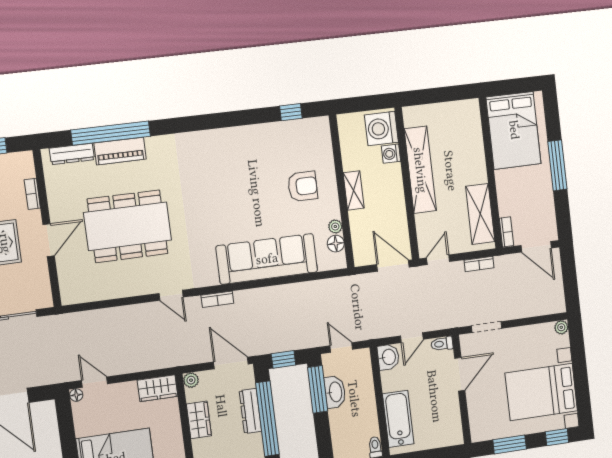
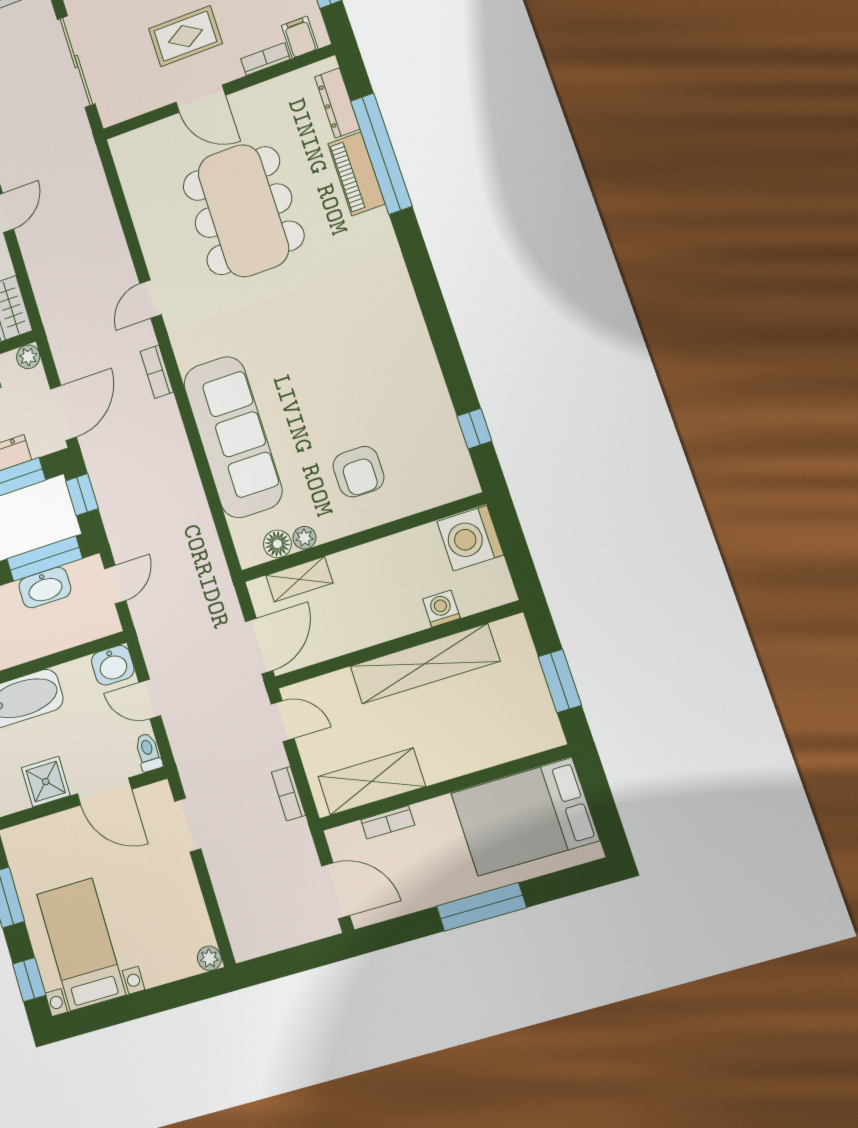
window: (443, 94) -> (560, 681), added
washing machine: (381, 129) -> (470, 538), moved, turned -90
filing cabinet: (23, 169) -> (300, 37), added
shelving: (354, 190) -> (299, 579), moved
bookcase: (507, 232) -> (388, 822), moved
door: (536, 247) -> (336, 891), swing flipped
bed with nightstands: (541, 392) -> (81, 944), width x0.73
shower: (448, 410) -> (46, 782), added

